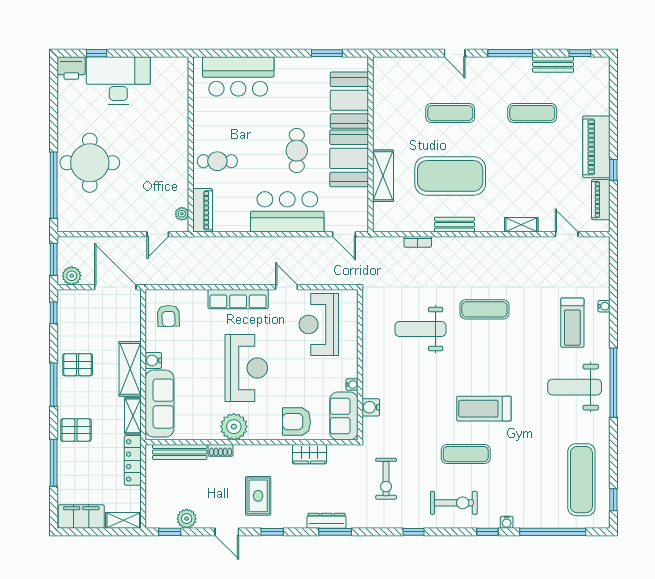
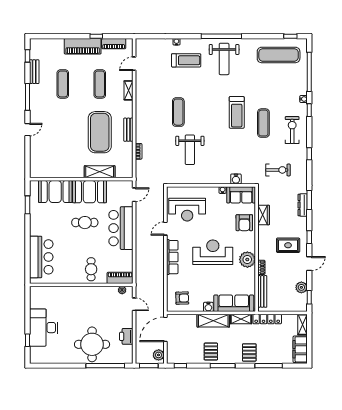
printer: (71, 68) -> (126, 336), moved, turned 180
exercise mat: (450, 113) -> (100, 84), moved

